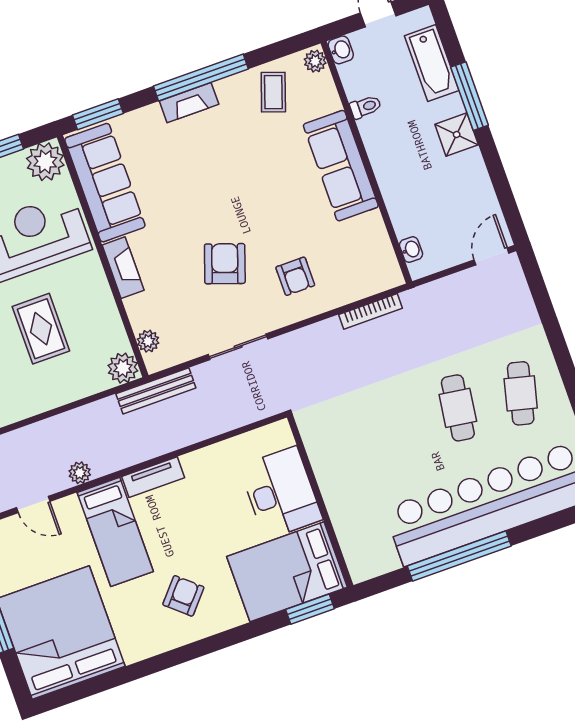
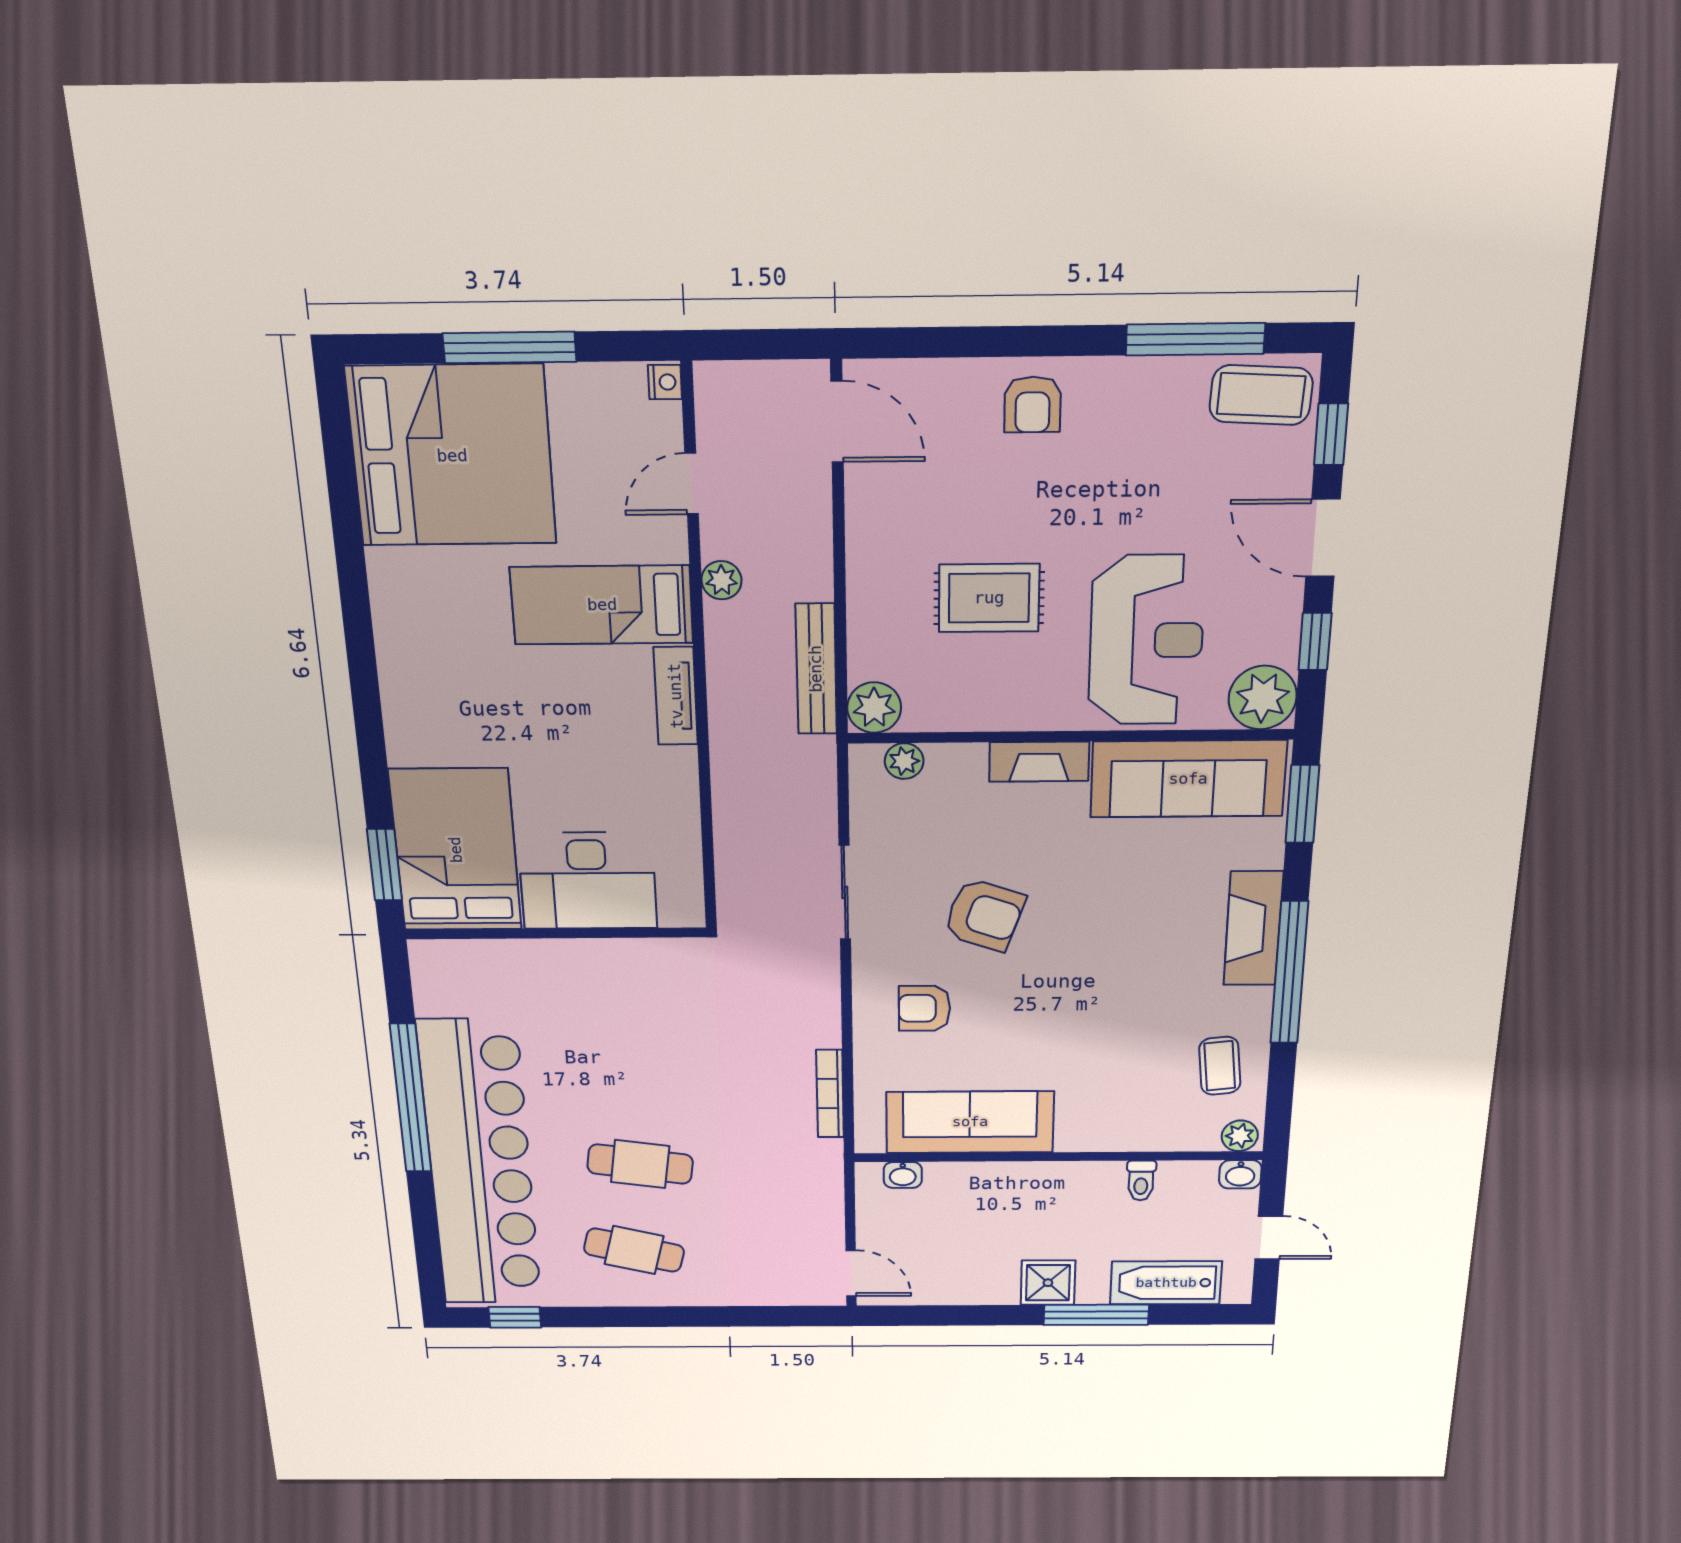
coffee table: (273, 92) -> (1220, 1066), turned 65
fireplace: (189, 103) -> (1253, 929), width x1.37, depth x1.32
sofa: (341, 166) -> (970, 1122), moved
bench: (156, 391) -> (816, 669), moved
armchair: (183, 596) -> (460, 679), removed

